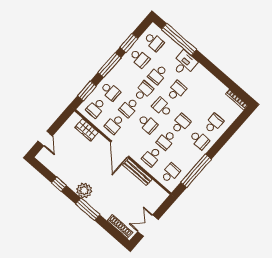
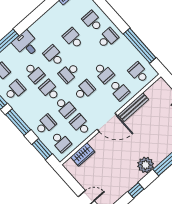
school desk: (115, 124) -> (80, 125), turned 180
school desk: (181, 124) -> (73, 38), moved

